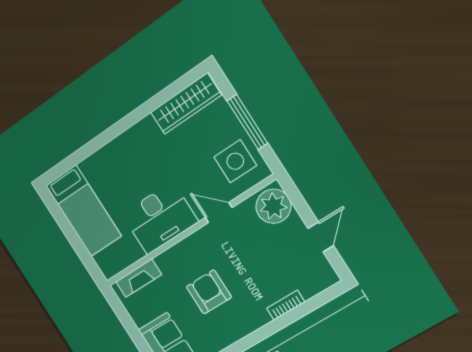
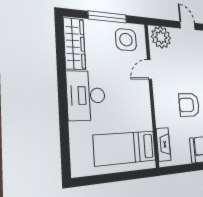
bed: (84, 211) -> (125, 148), moved, turned 180
desk: (160, 218) -> (86, 95), moved, turned 180

